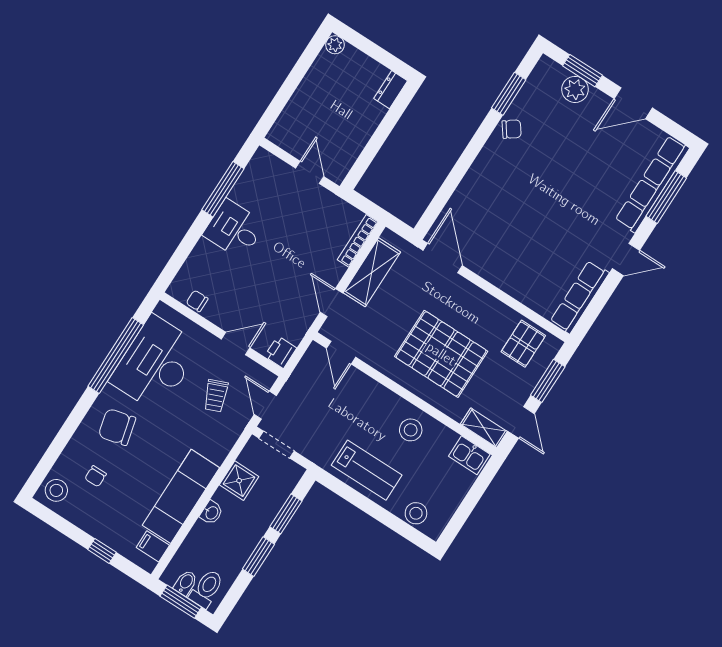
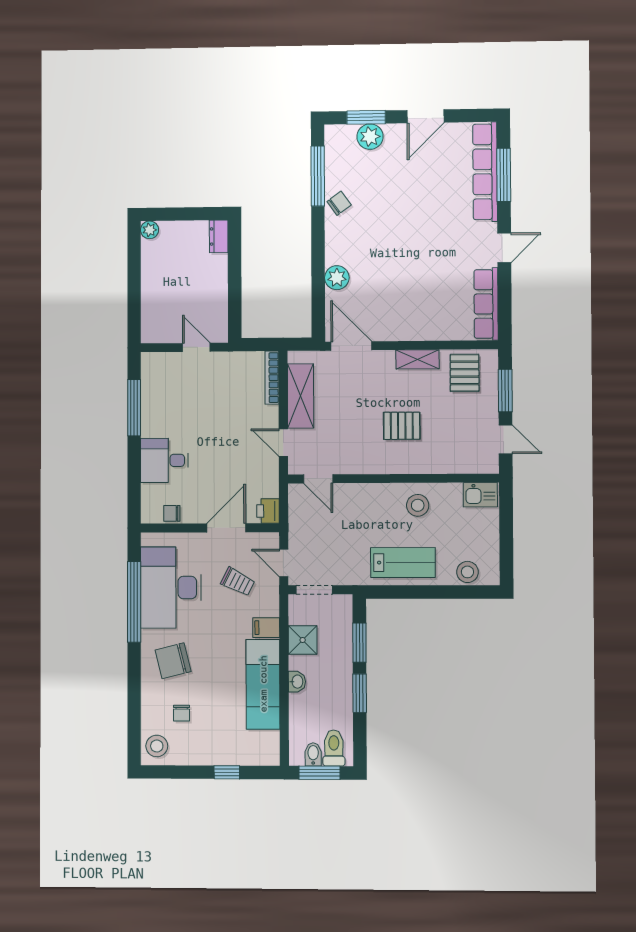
window: (509, 94) -> (318, 176), width x1.44
plant: (468, 192) -> (337, 278), added
desk: (234, 229) -> (164, 460), moved
door: (236, 343) -> (226, 528), width x1.37
pallet: (441, 354) -> (402, 426), width x0.49, depth x0.50
trolley: (216, 396) -> (238, 582), turned -41
shelving: (484, 428) -> (417, 359), moved
filing cabinet: (153, 546) -> (266, 628), moved

